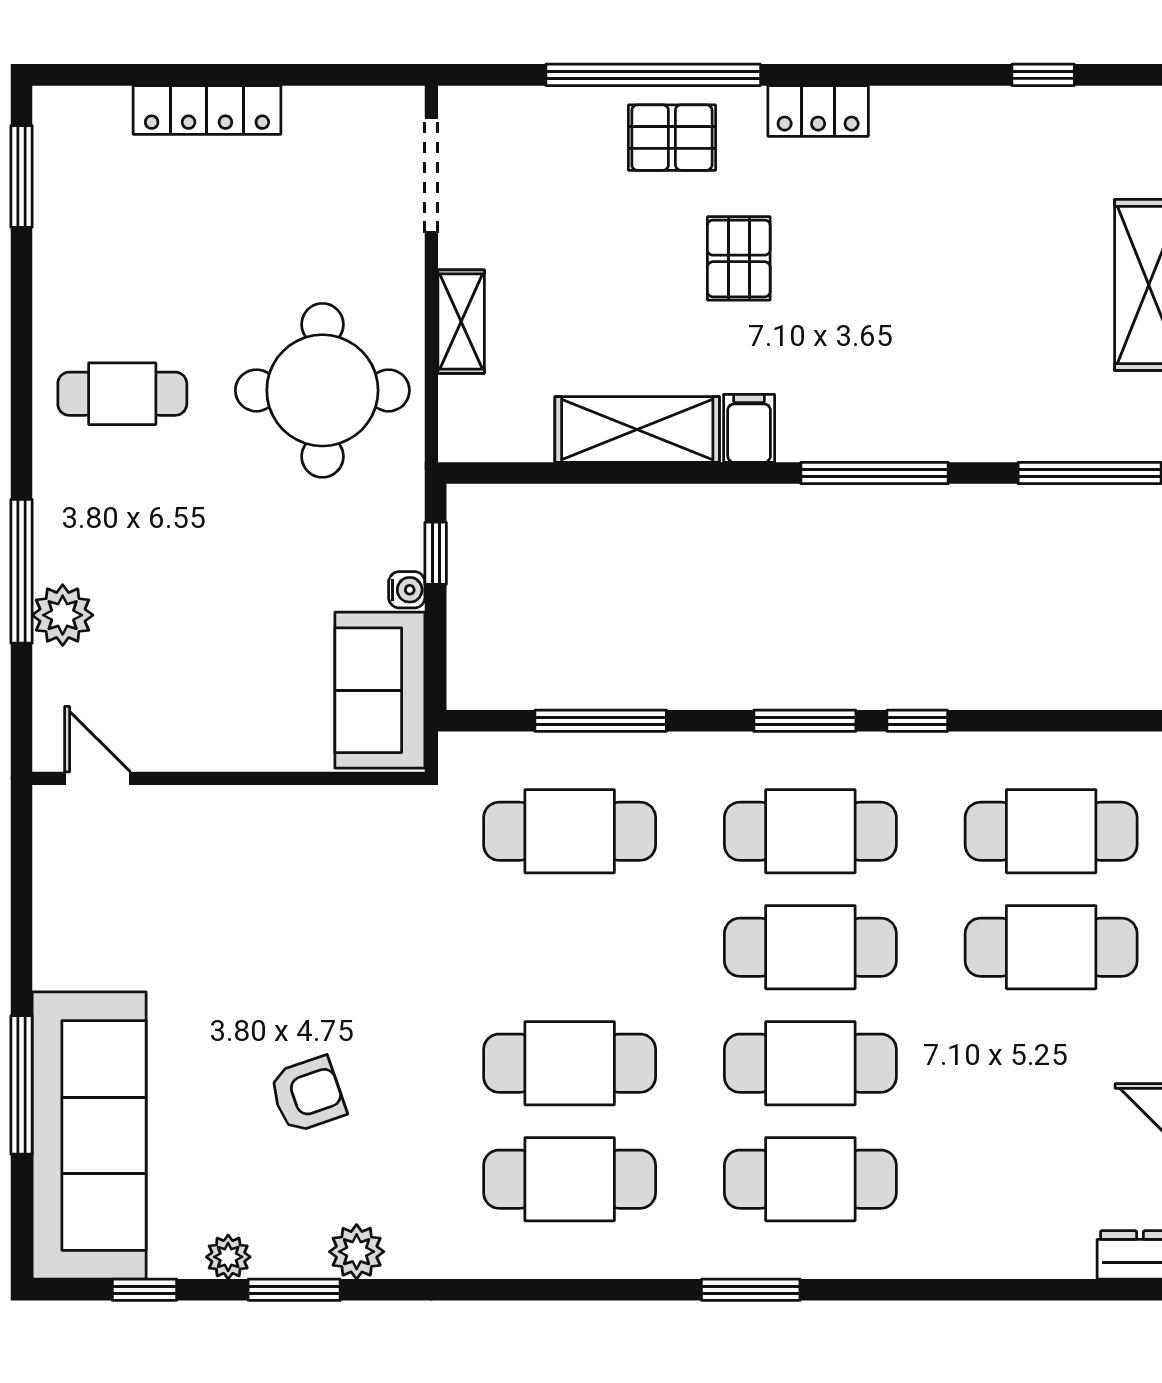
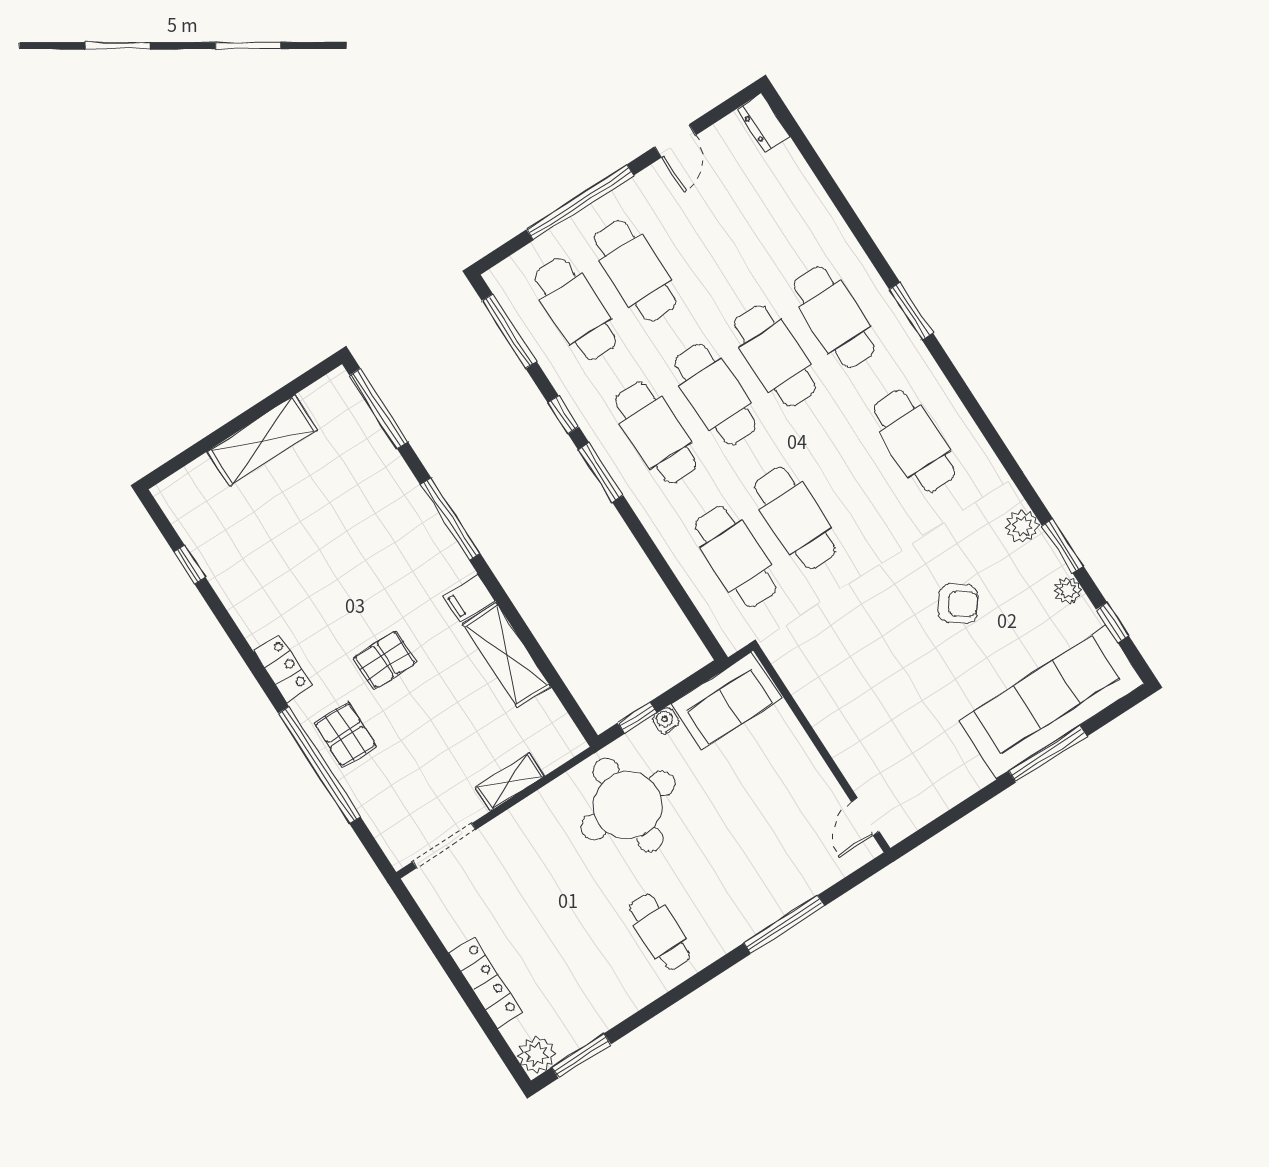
round table: (322, 390) -> (628, 805), moved
plant: (63, 615) -> (537, 1055), moved
window: (601, 721) -> (509, 331), moved
cafe table: (570, 1063) -> (795, 518), moved
armchair: (308, 1095) -> (958, 604), turned 145

